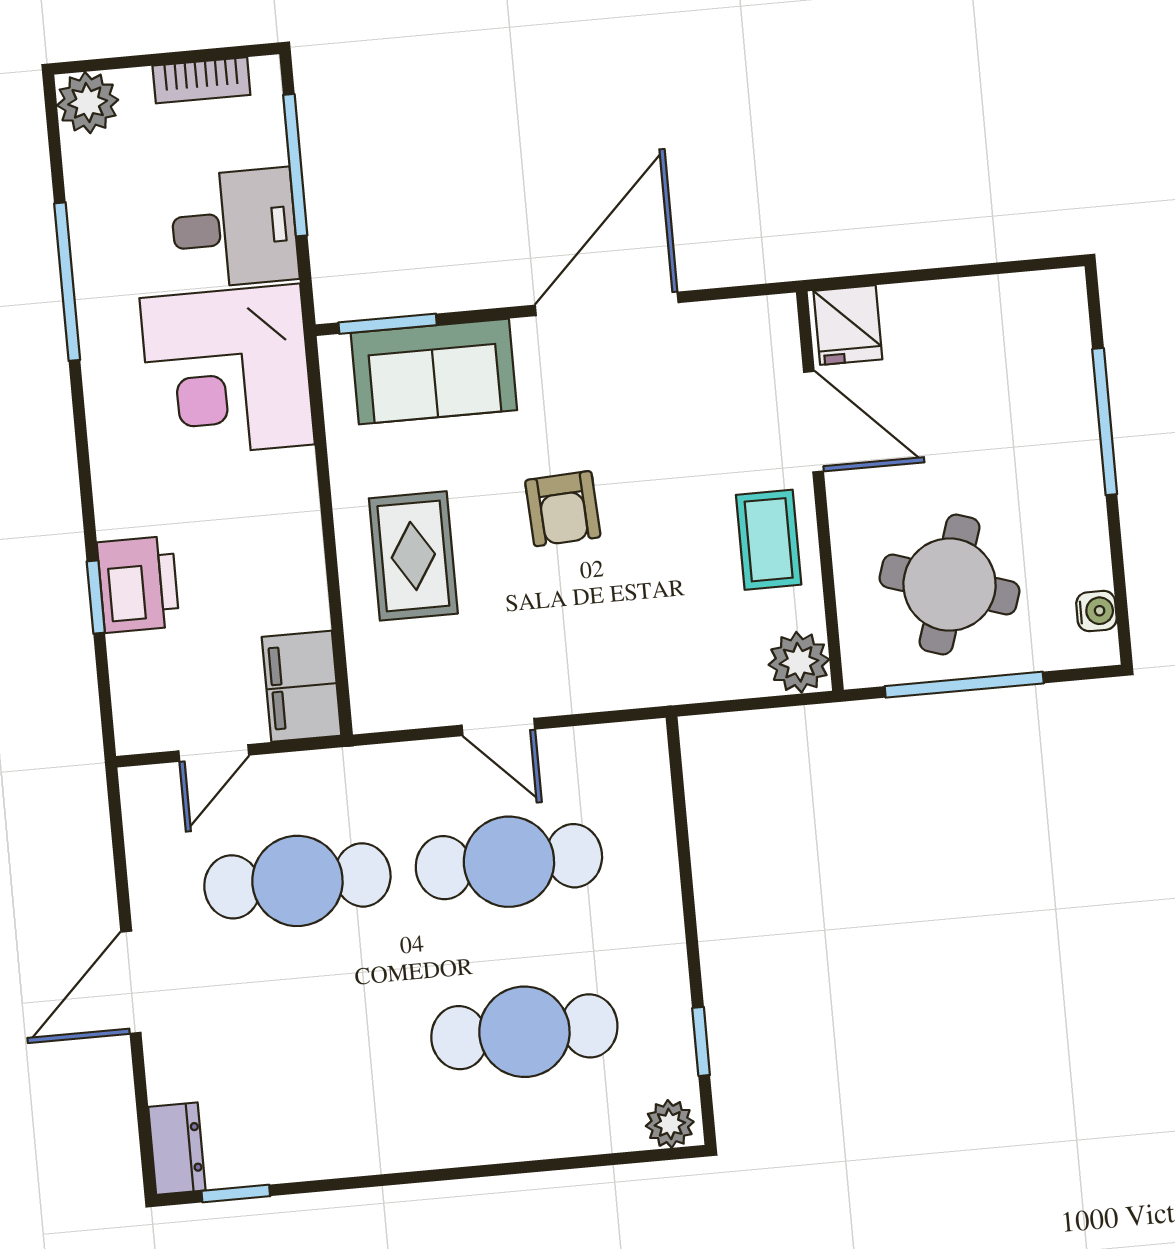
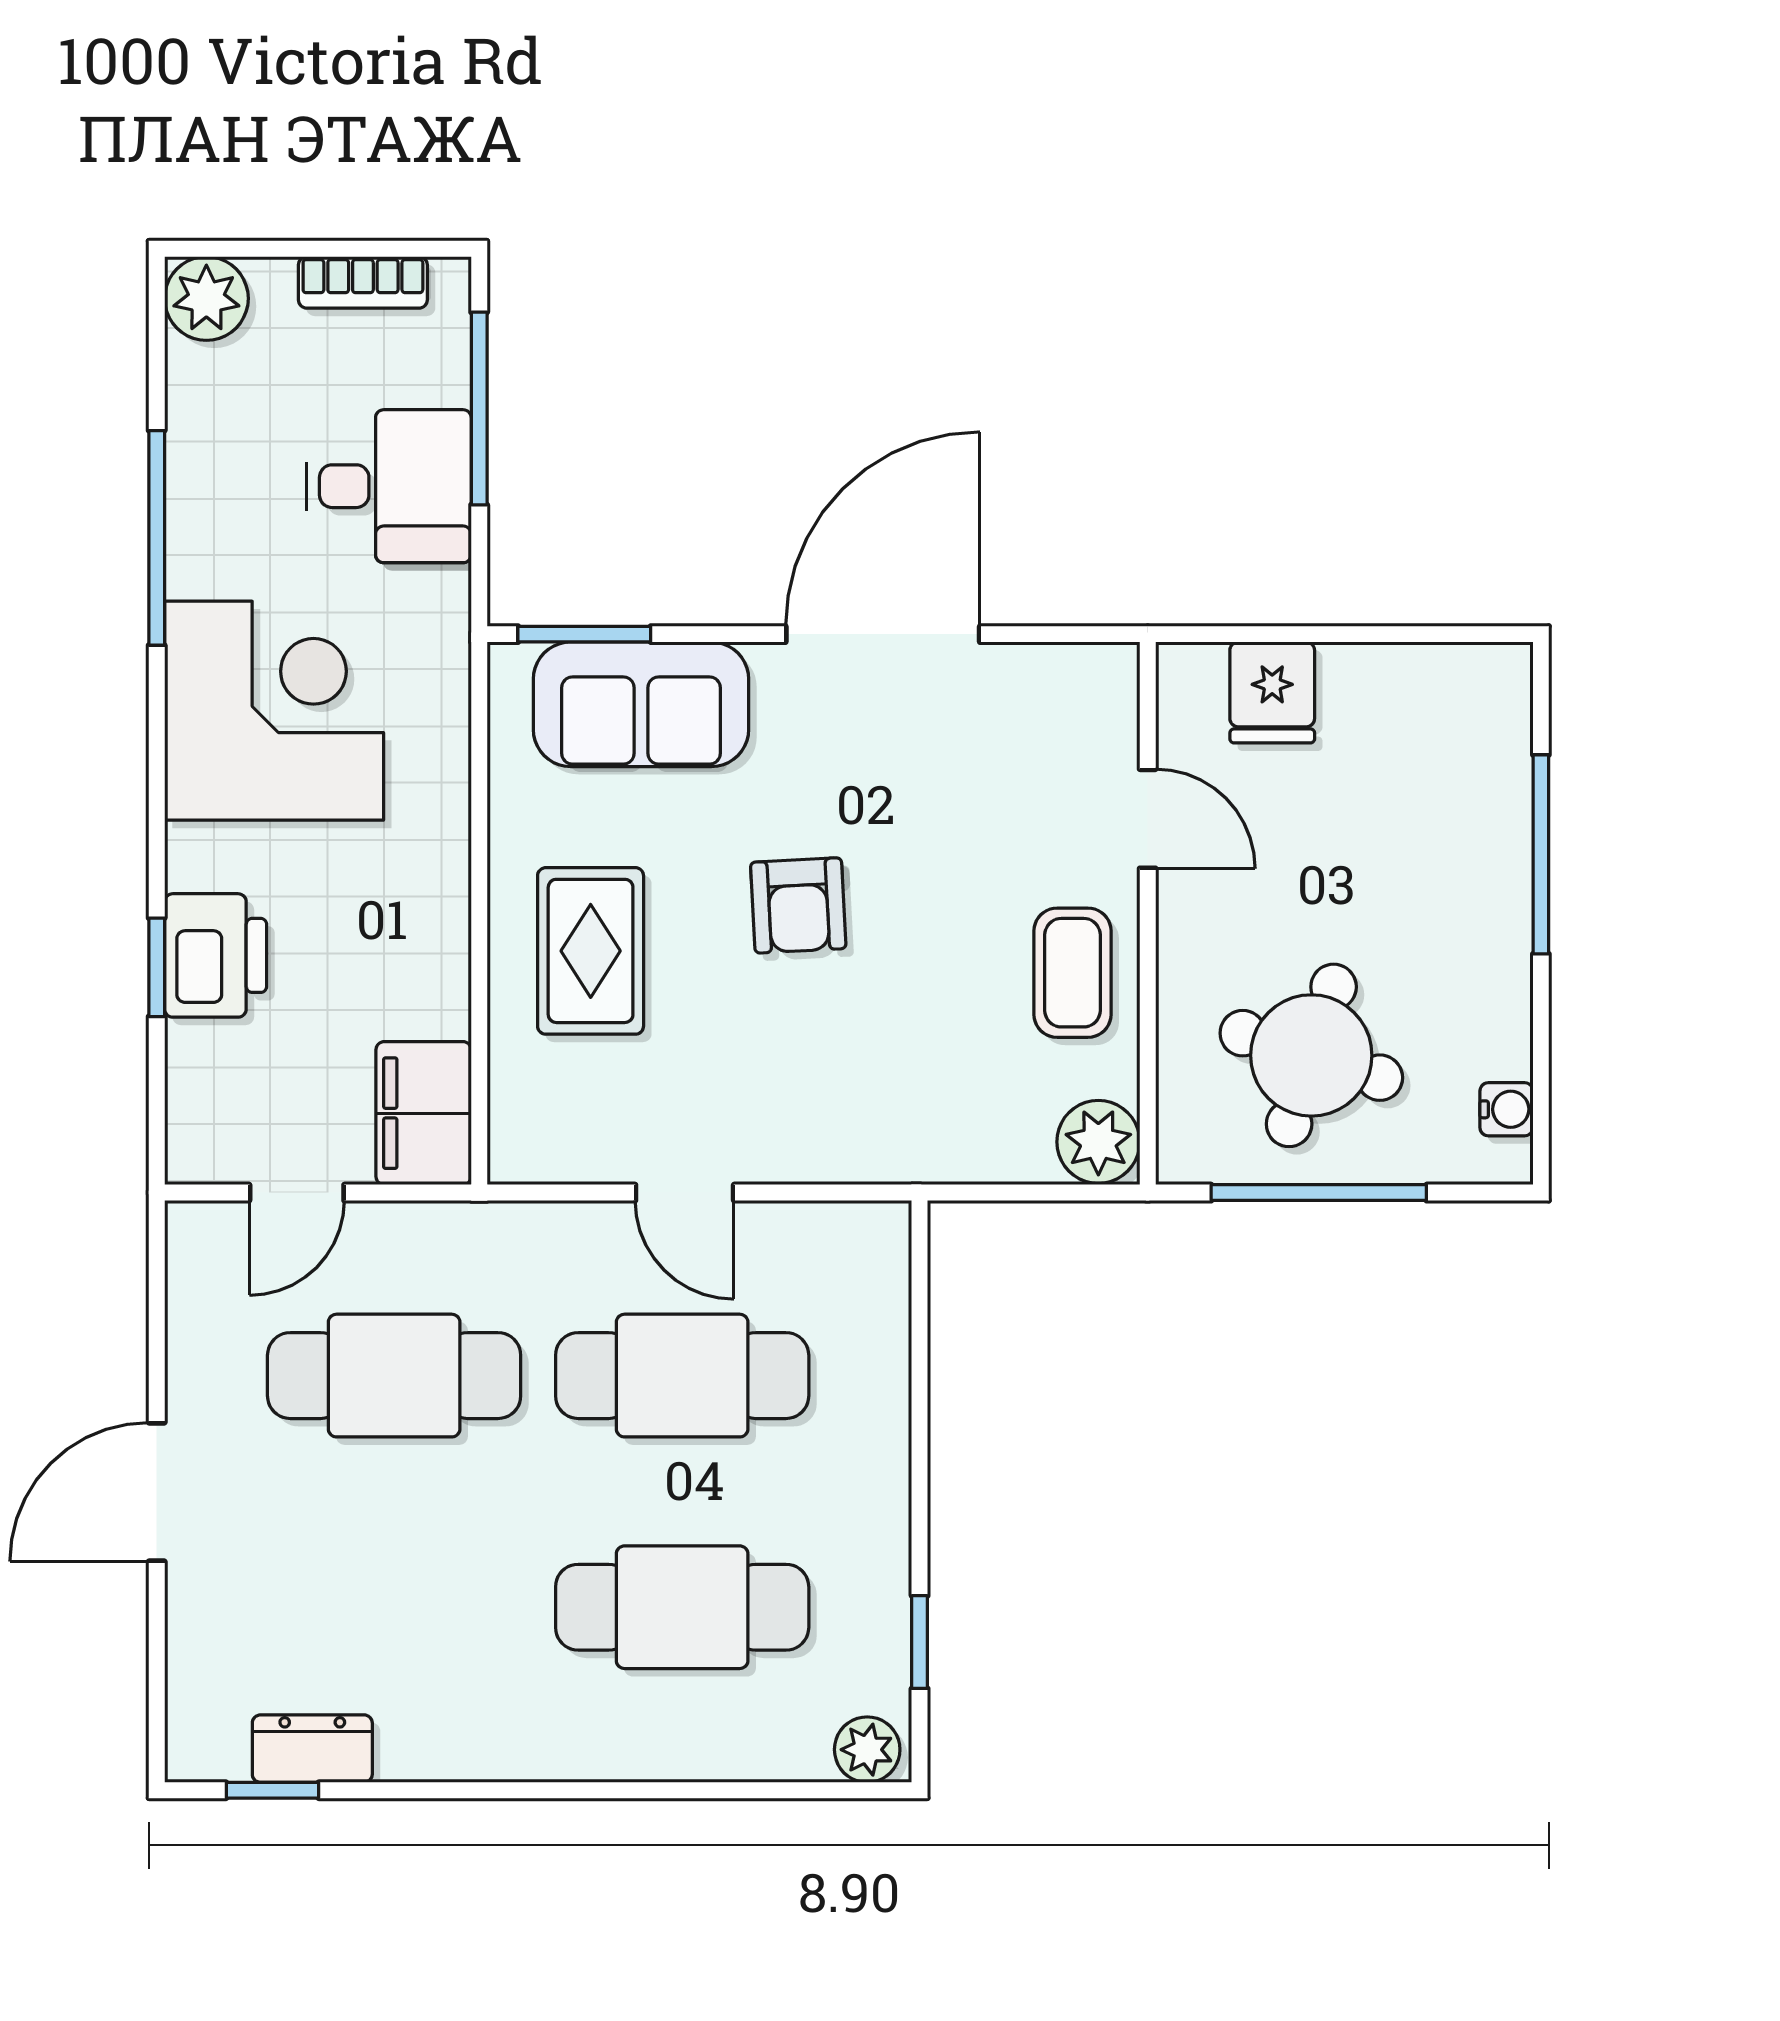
fridge: (848, 325) -> (1272, 692), moved
corner desk: (227, 371) -> (274, 711), moved, turned 180
door: (814, 422) -> (1148, 819), width x0.73
dresser: (177, 1149) -> (312, 1749), moved, turned -90

